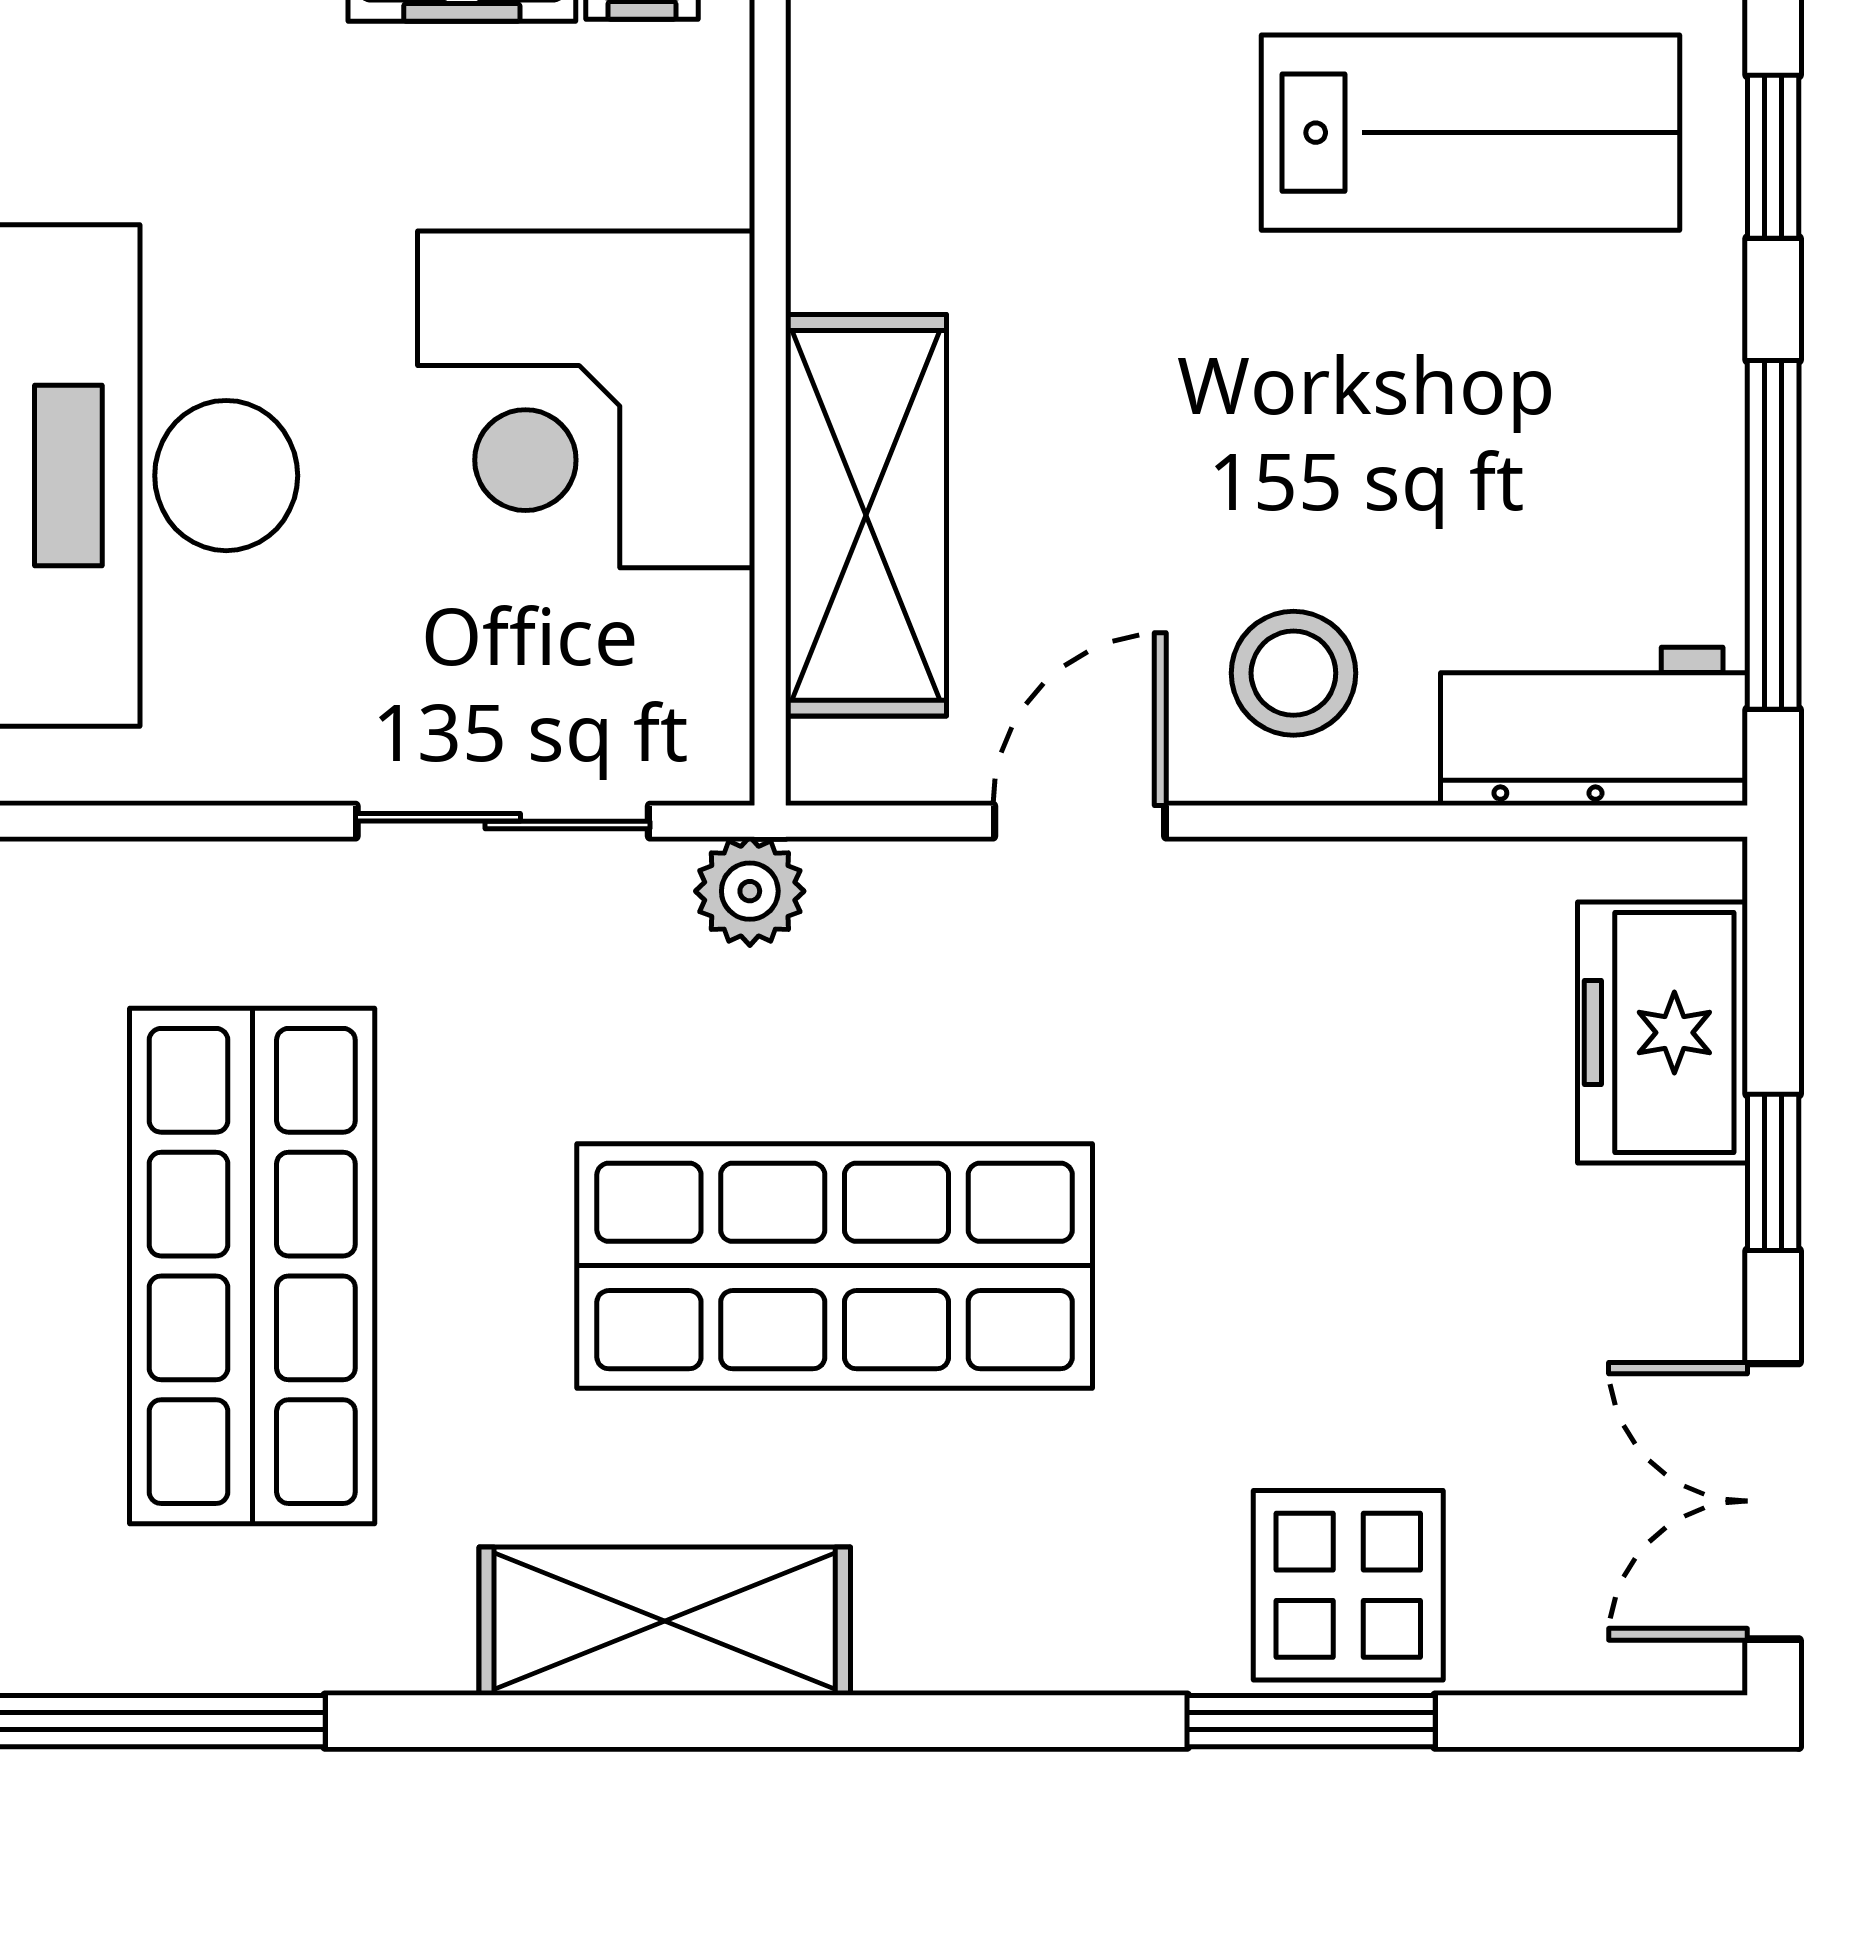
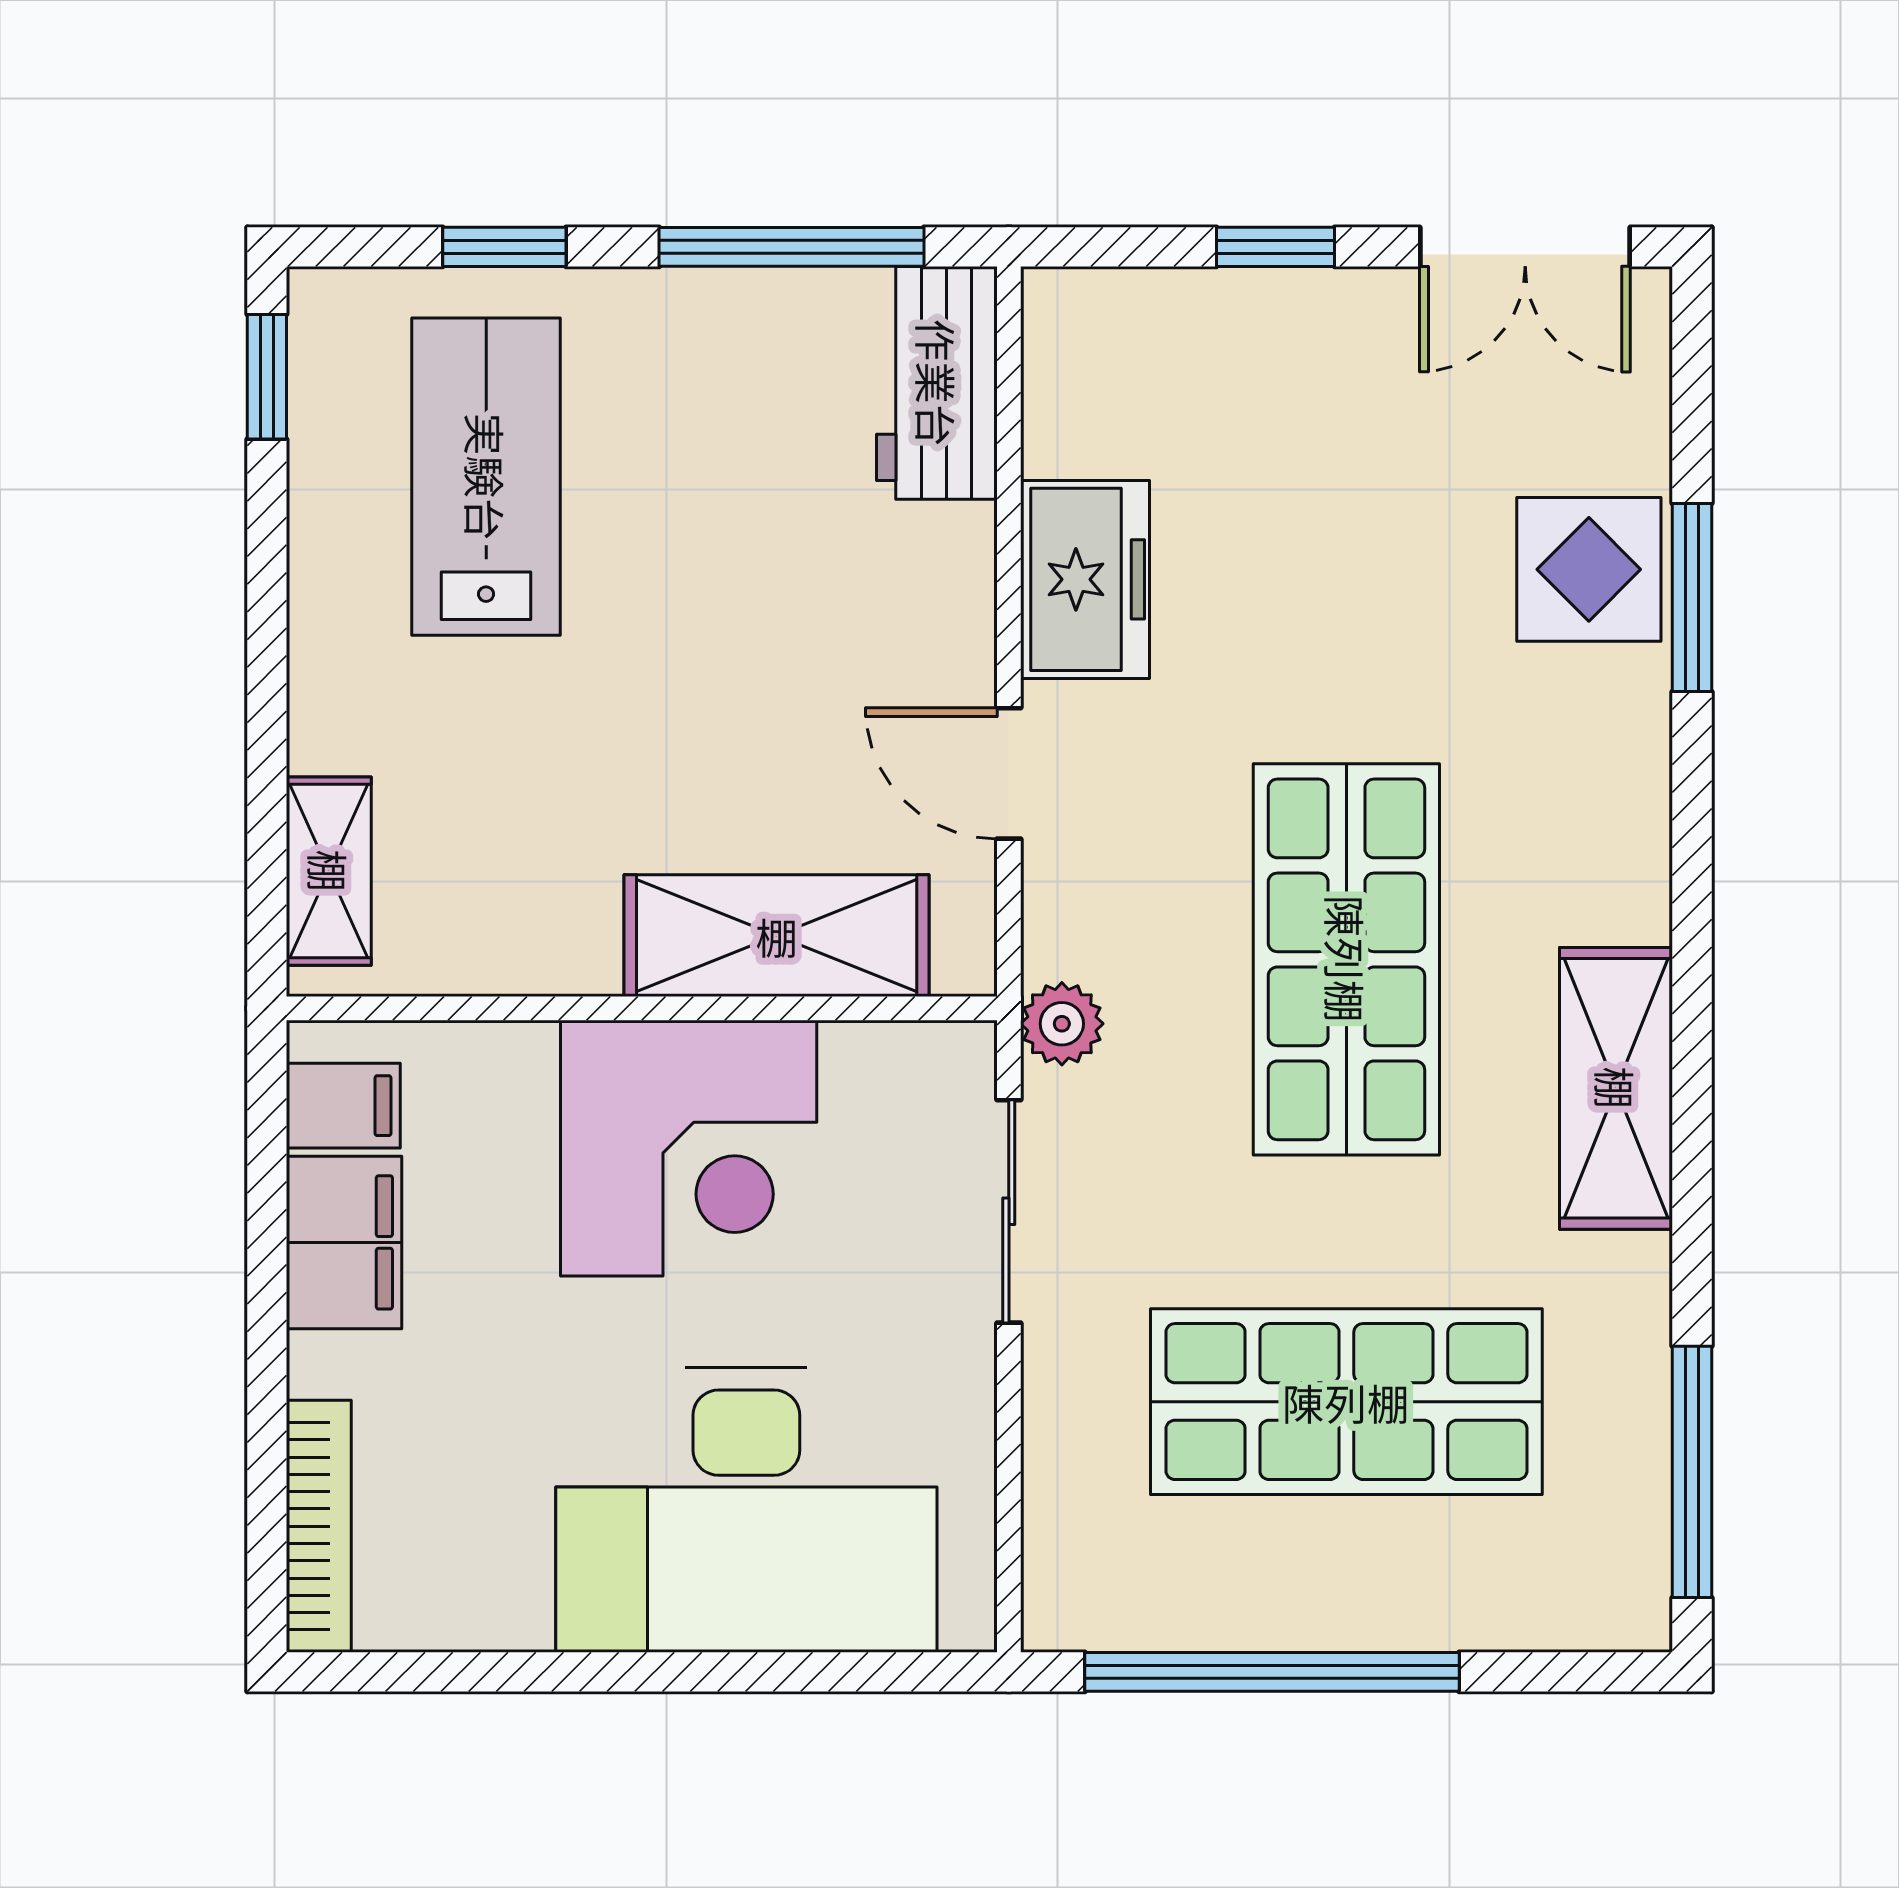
stool: (1293, 673) -> (896, 611), removed
freezer: (1662, 1033) -> (1085, 579), moved, turned -90

